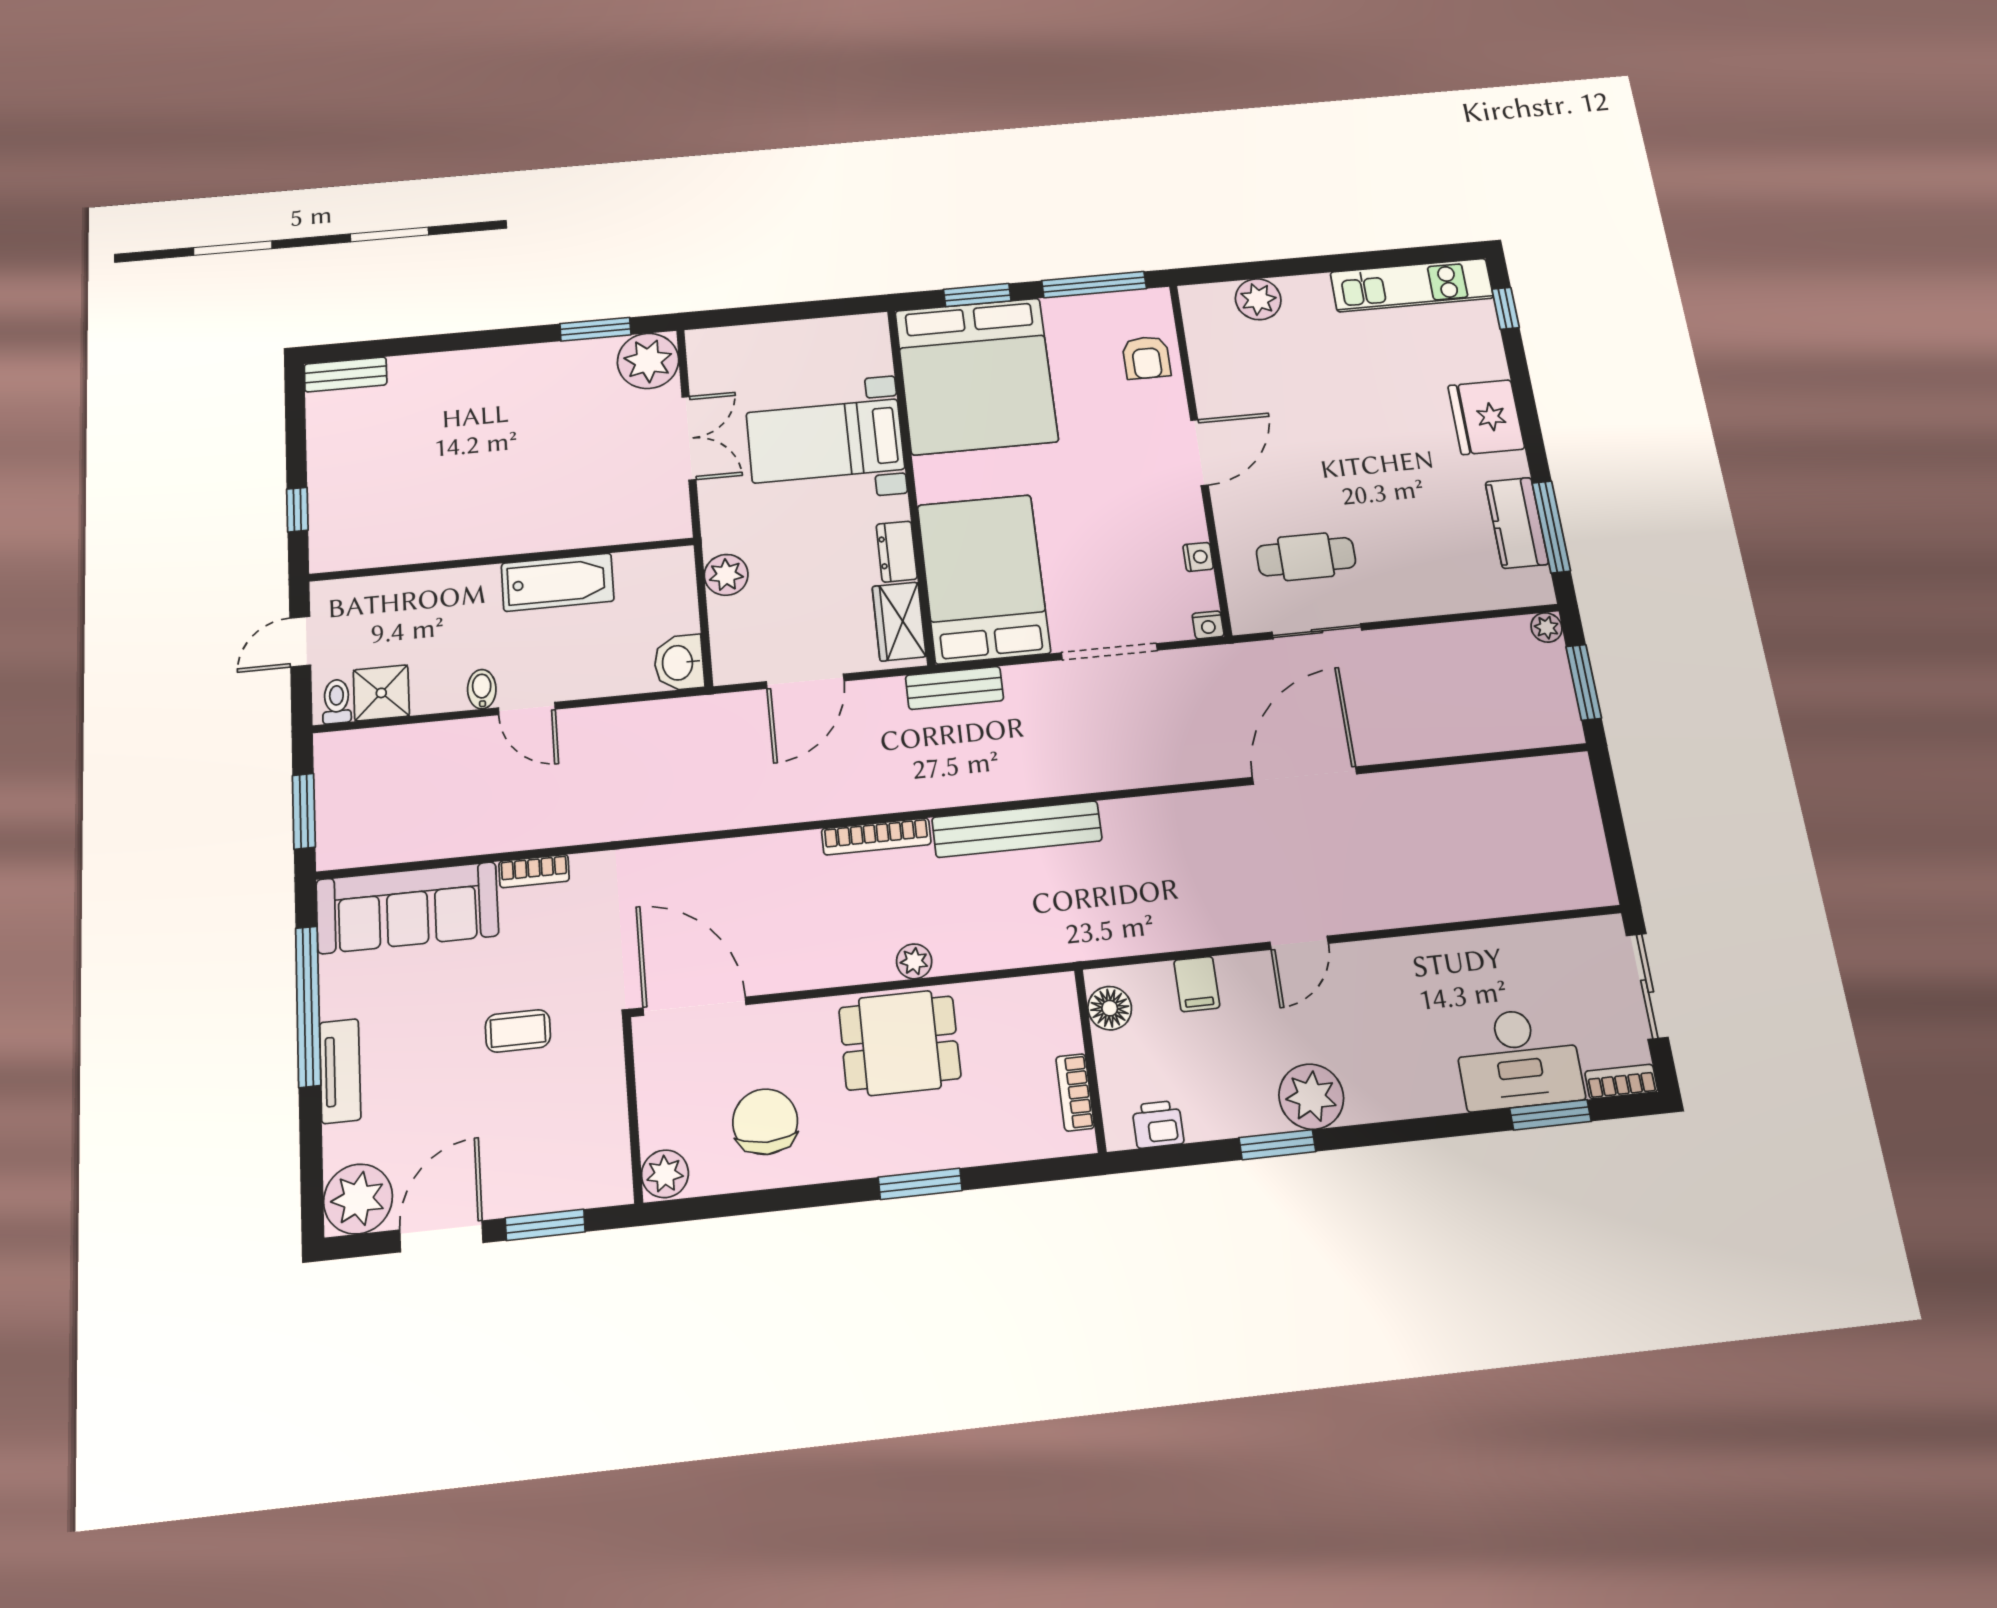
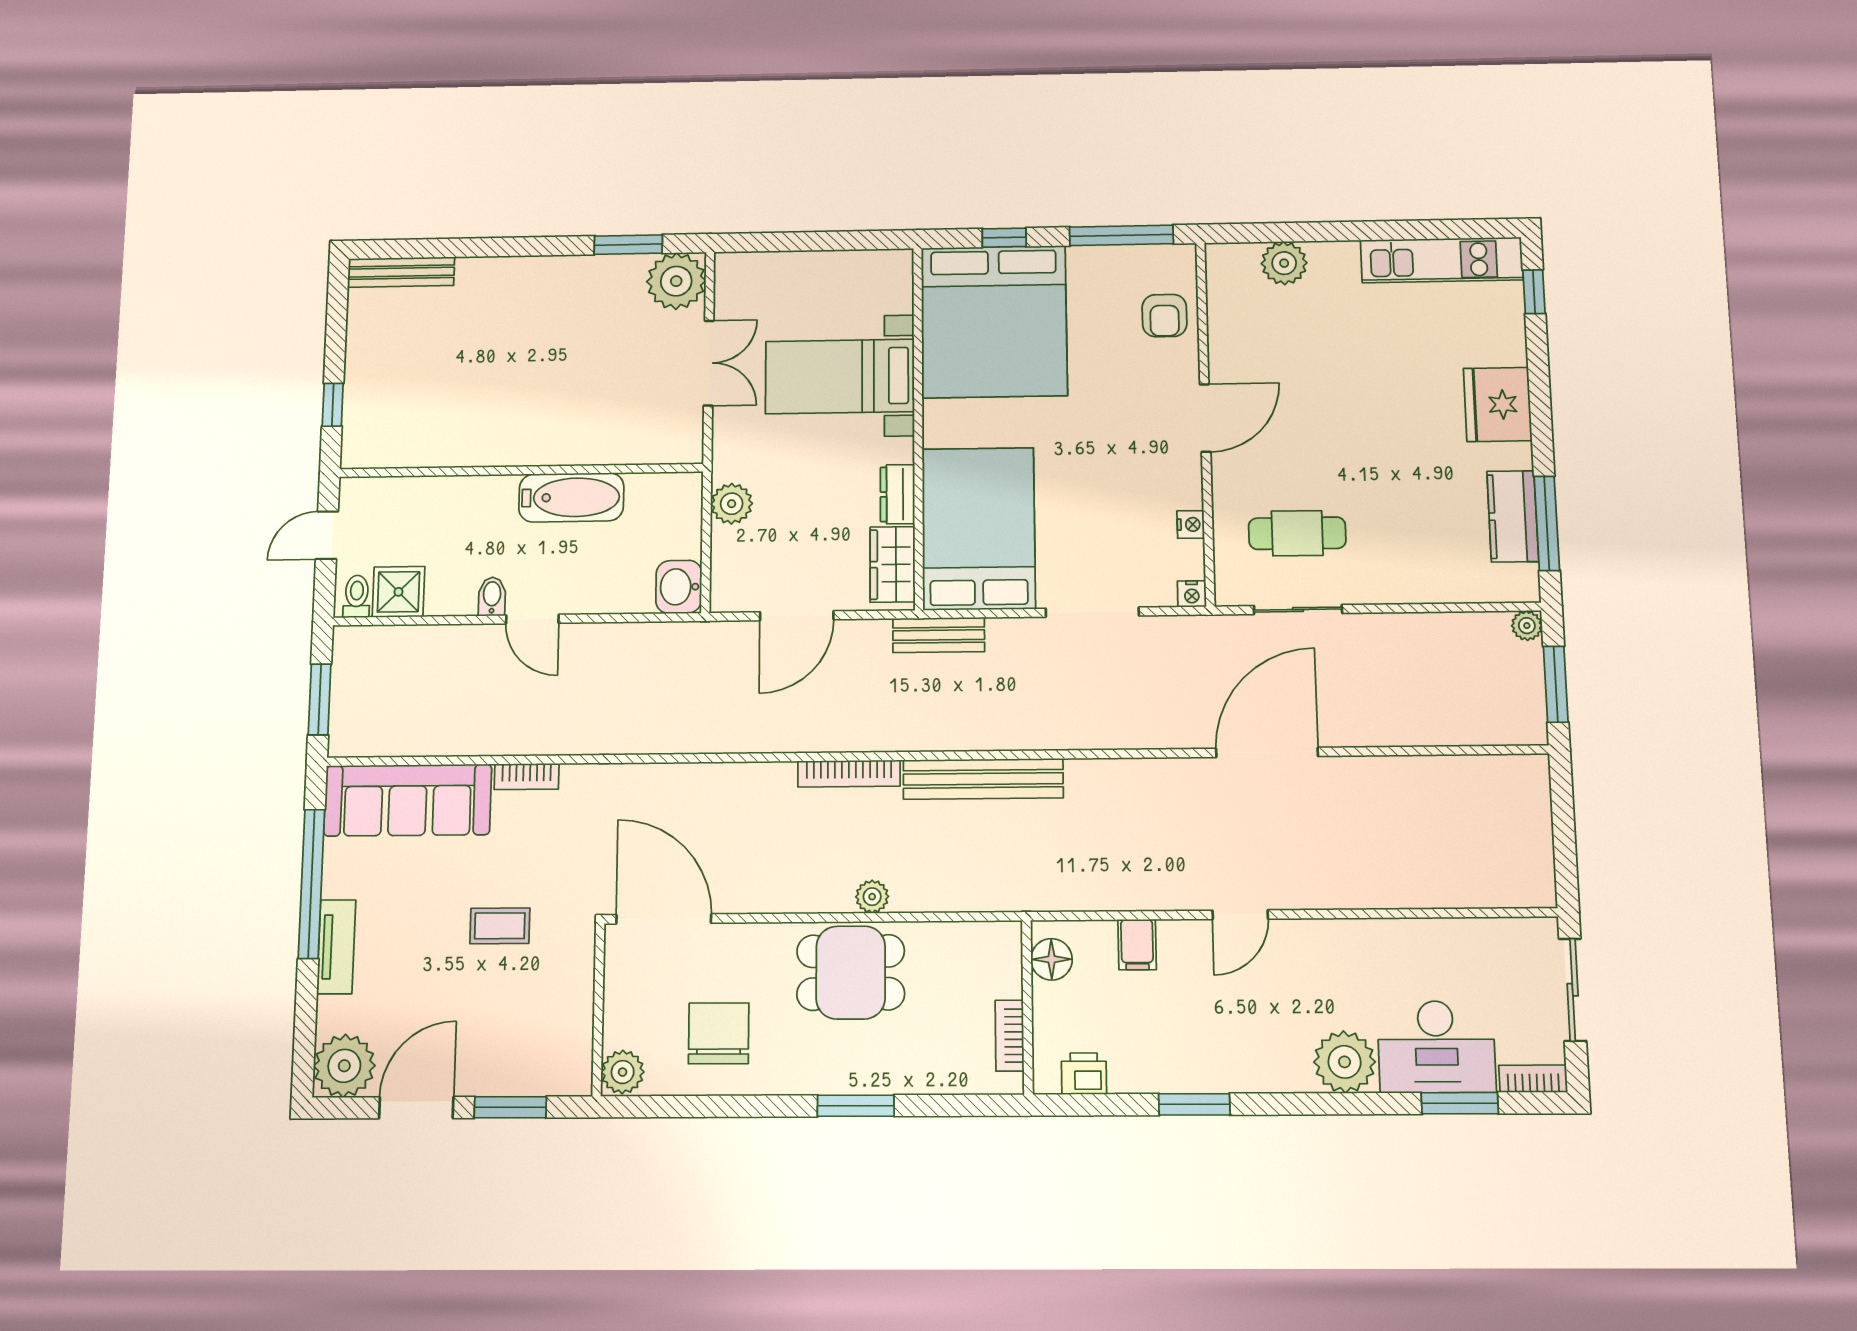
window: (977, 295) -> (1004, 238), width x0.67
bench: (346, 374) -> (401, 272), width x1.36
plant: (1311, 1097) -> (1345, 1062), moved

